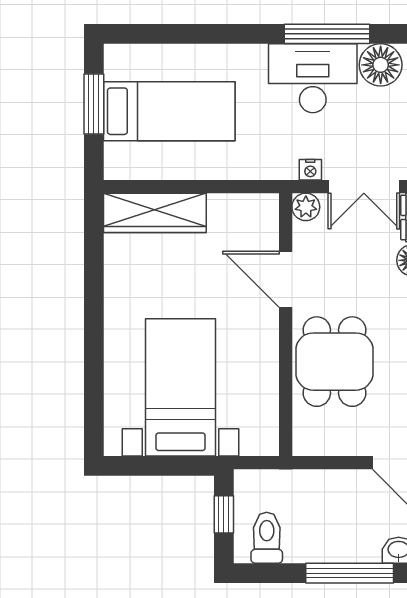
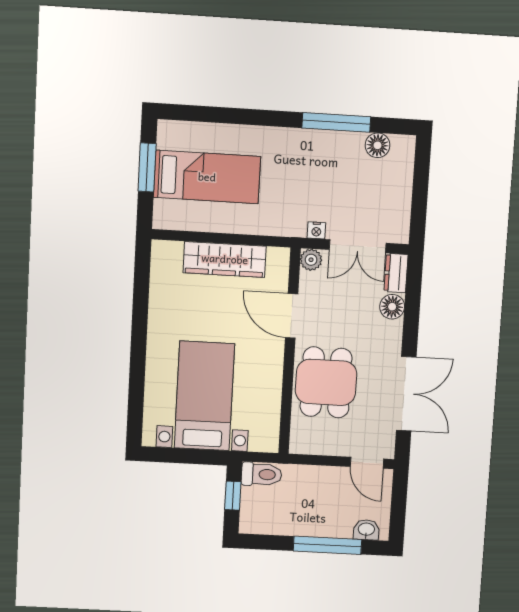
floor lamp: (381, 65) -> (378, 145), width x0.73, depth x0.73
desk: (313, 78) -> (323, 157), removed
wardrobe: (155, 213) -> (225, 259), moved
toilet: (267, 538) -> (262, 474), moved, turned 90

